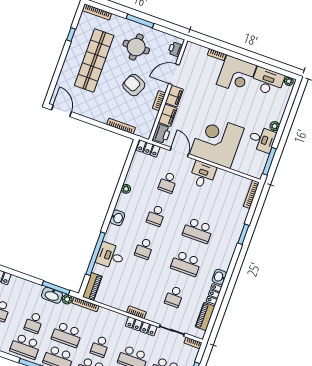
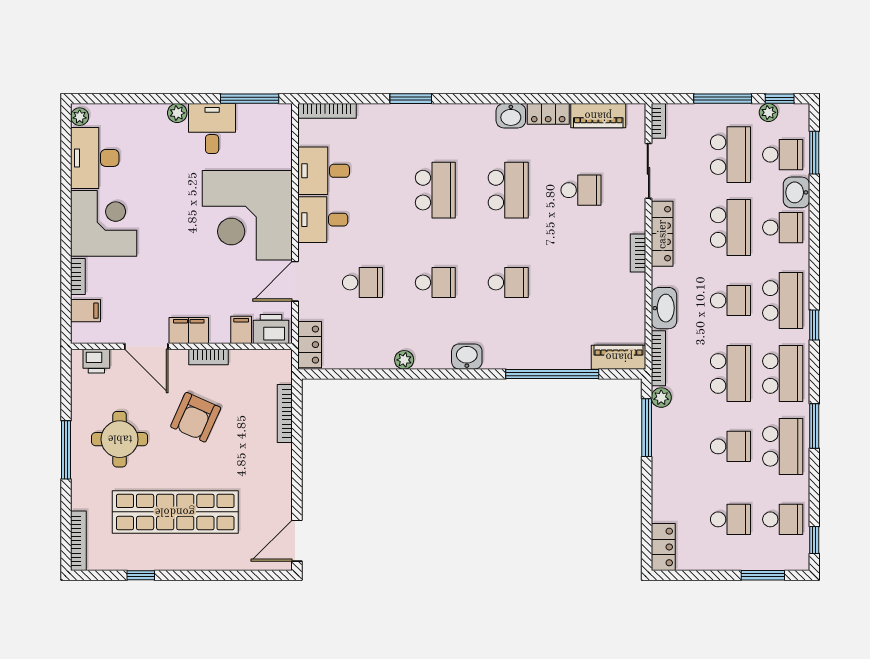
filing cabinet: (200, 52) -> (86, 311), added
filing cabinet: (168, 115) -> (241, 330), width x0.50
desk: (110, 256) -> (324, 171), moved, turned 90
washbasin: (52, 295) -> (664, 308), moved

